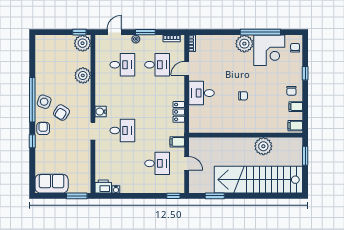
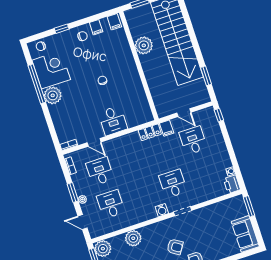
locker: (179, 112) -> (150, 132), moved
door: (187, 163) -> (184, 113), swing flipped

